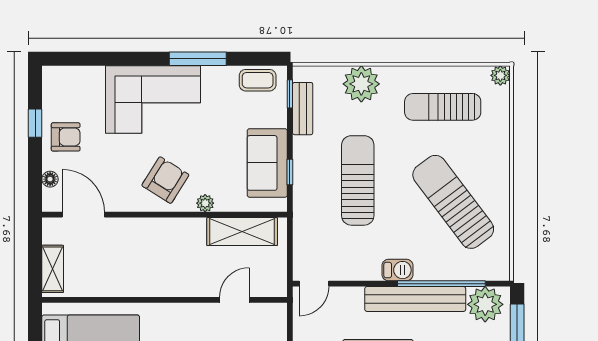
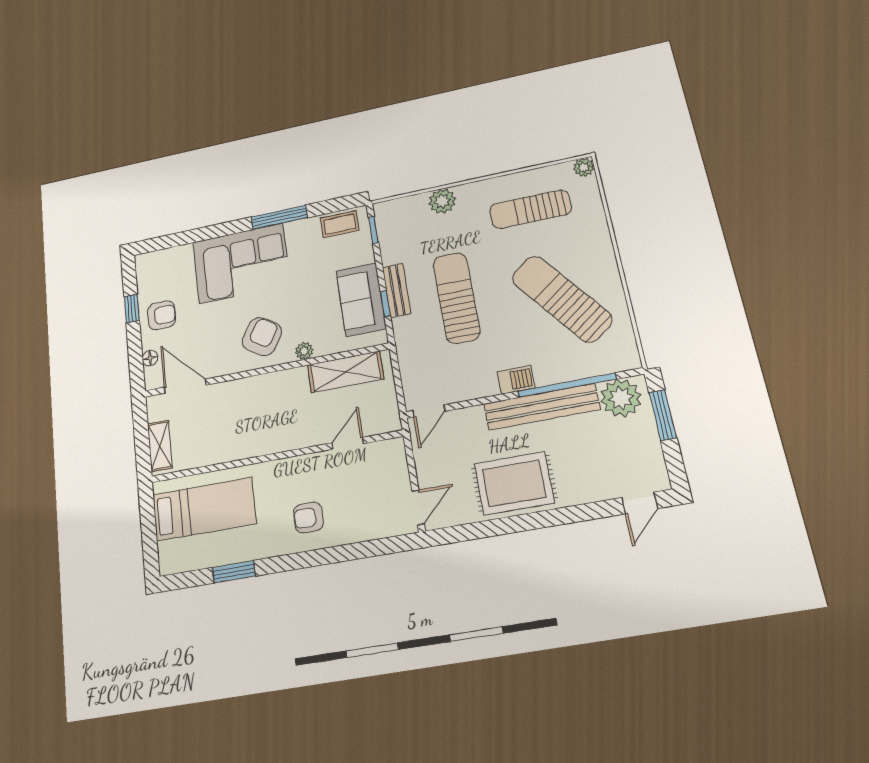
plant: (361, 84) -> (442, 201), width x0.73, depth x0.73
bench: (303, 109) -> (397, 290), moved

